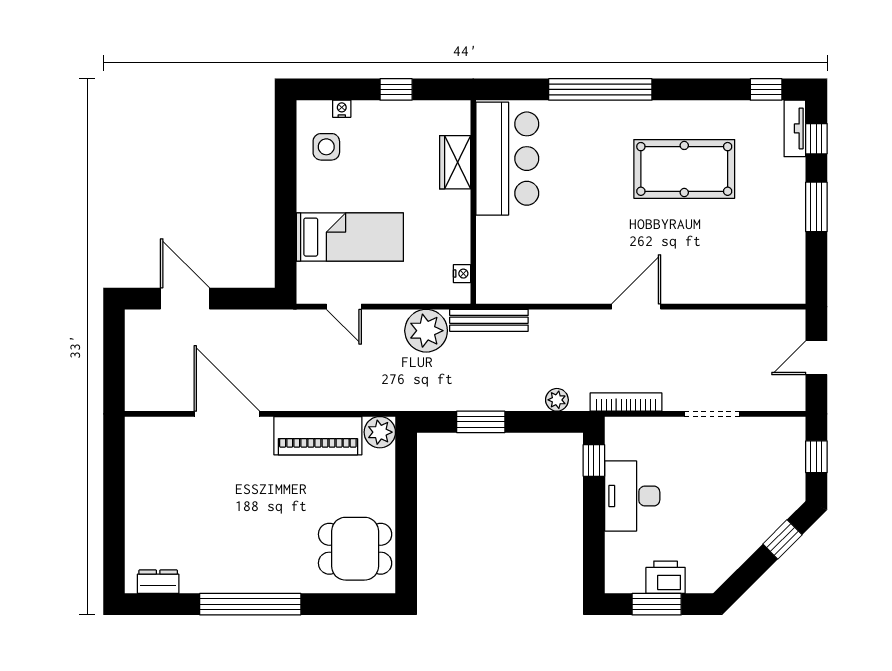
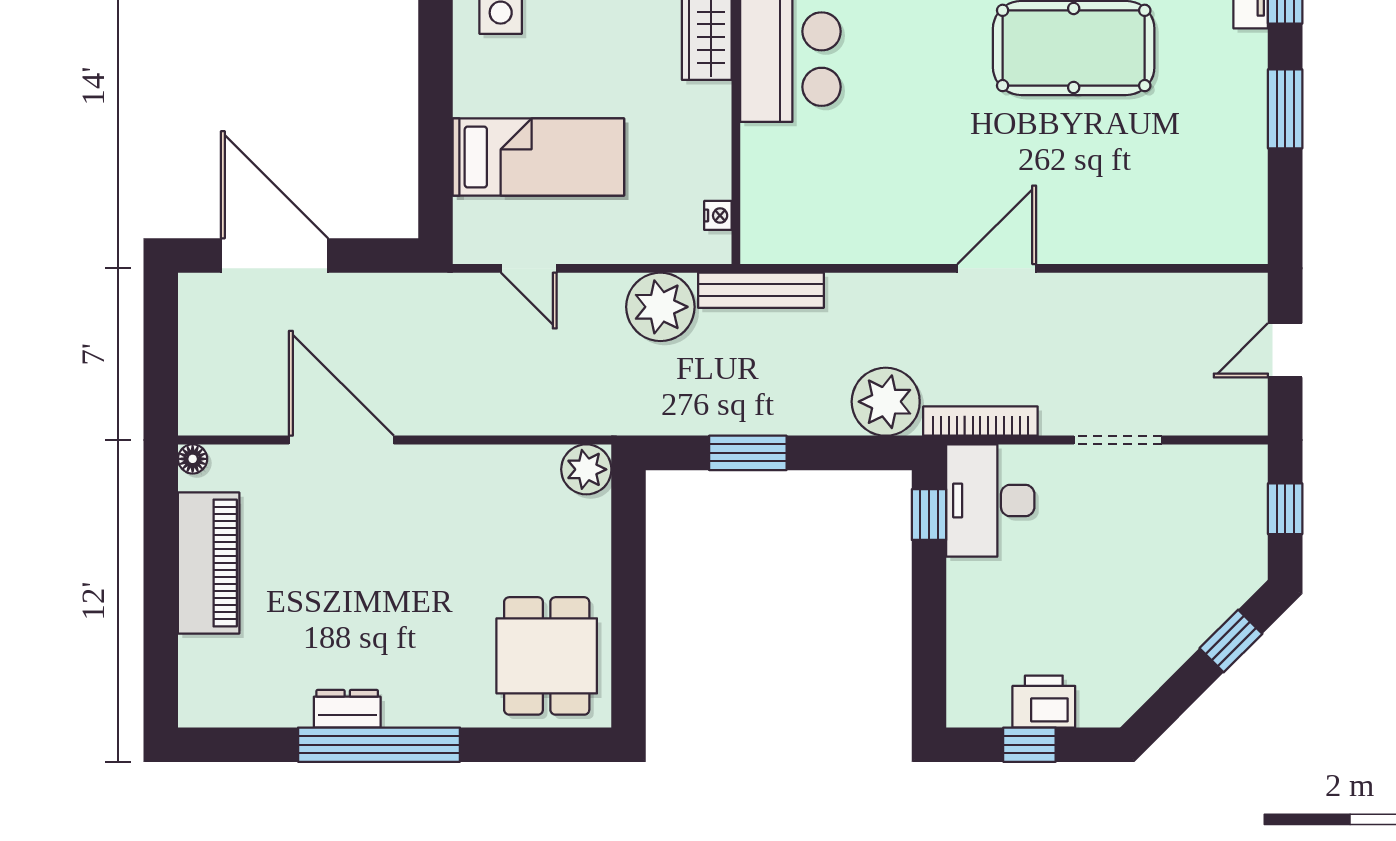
door: (185, 299) -> (274, 255), width x1.36
plant: (557, 400) -> (886, 402), width x1.88, depth x1.88
floor lamp: (134, 426) -> (193, 459), added
piano: (318, 436) -> (209, 563), moved, turned -90
desk: (632, 496) -> (990, 500), moved
dining table: (355, 549) -> (547, 656), turned 90
dresser: (158, 582) -> (347, 709), moved
window: (657, 604) -> (1029, 745), width x0.67

